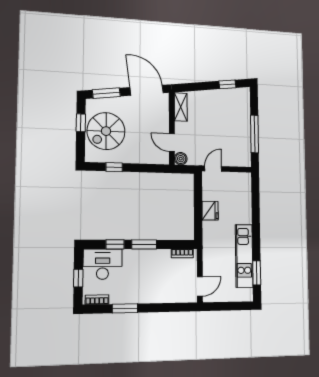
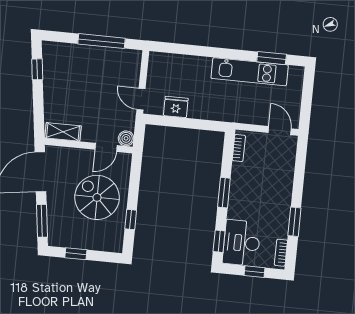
spiral stairs: (106, 131) -> (97, 197), moved, turned 180
fridge: (210, 211) -> (176, 107), moved
window: (115, 244) -> (219, 241), moved

